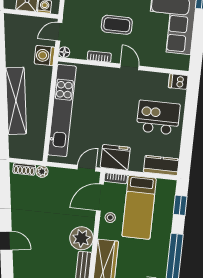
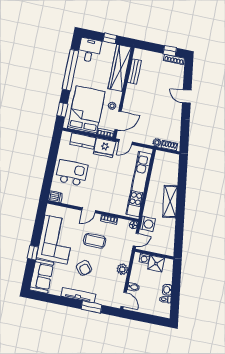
door: (129, 67) -> (89, 210), hinge flipped
shelving: (16, 101) -> (170, 201), width x0.68
kitchen island: (158, 118) -> (72, 173), turned 180
kitchen counter: (161, 166) -> (83, 141), moved
bed: (139, 207) -> (86, 110), width x1.50
plant: (81, 238) -> (134, 93), removed

